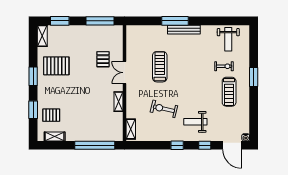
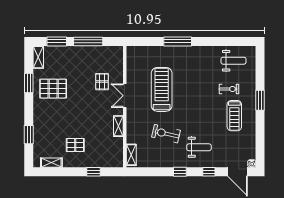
window: (100, 21) -> (88, 41), moved
bench: (184, 30) -> (187, 51), removed
weight bench: (228, 39) -> (234, 61), turned -90
treadmill: (160, 67) -> (162, 89), width x1.37, depth x1.38
window: (33, 76) -> (29, 83), moved
pallet: (51, 115) -> (75, 145), moved
weight bench: (195, 122) -> (199, 147), turned 180
window: (95, 145) -> (93, 172), width x0.32

